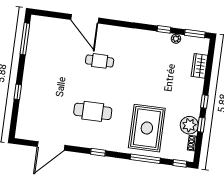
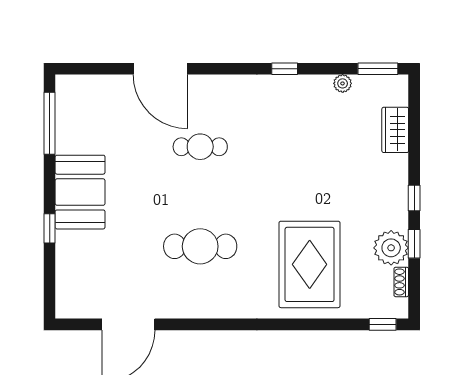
window: (164, 29) -> (285, 69), moved
booth: (36, 76) -> (80, 192), added
window: (98, 152) -> (221, 324), removed
window: (145, 159) -> (314, 324), removed

